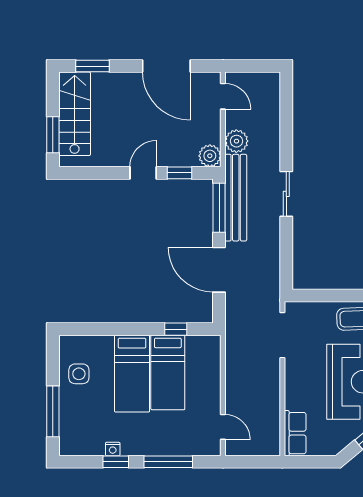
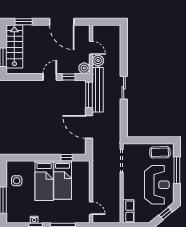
door: (223, 96) -> (91, 48), moved

